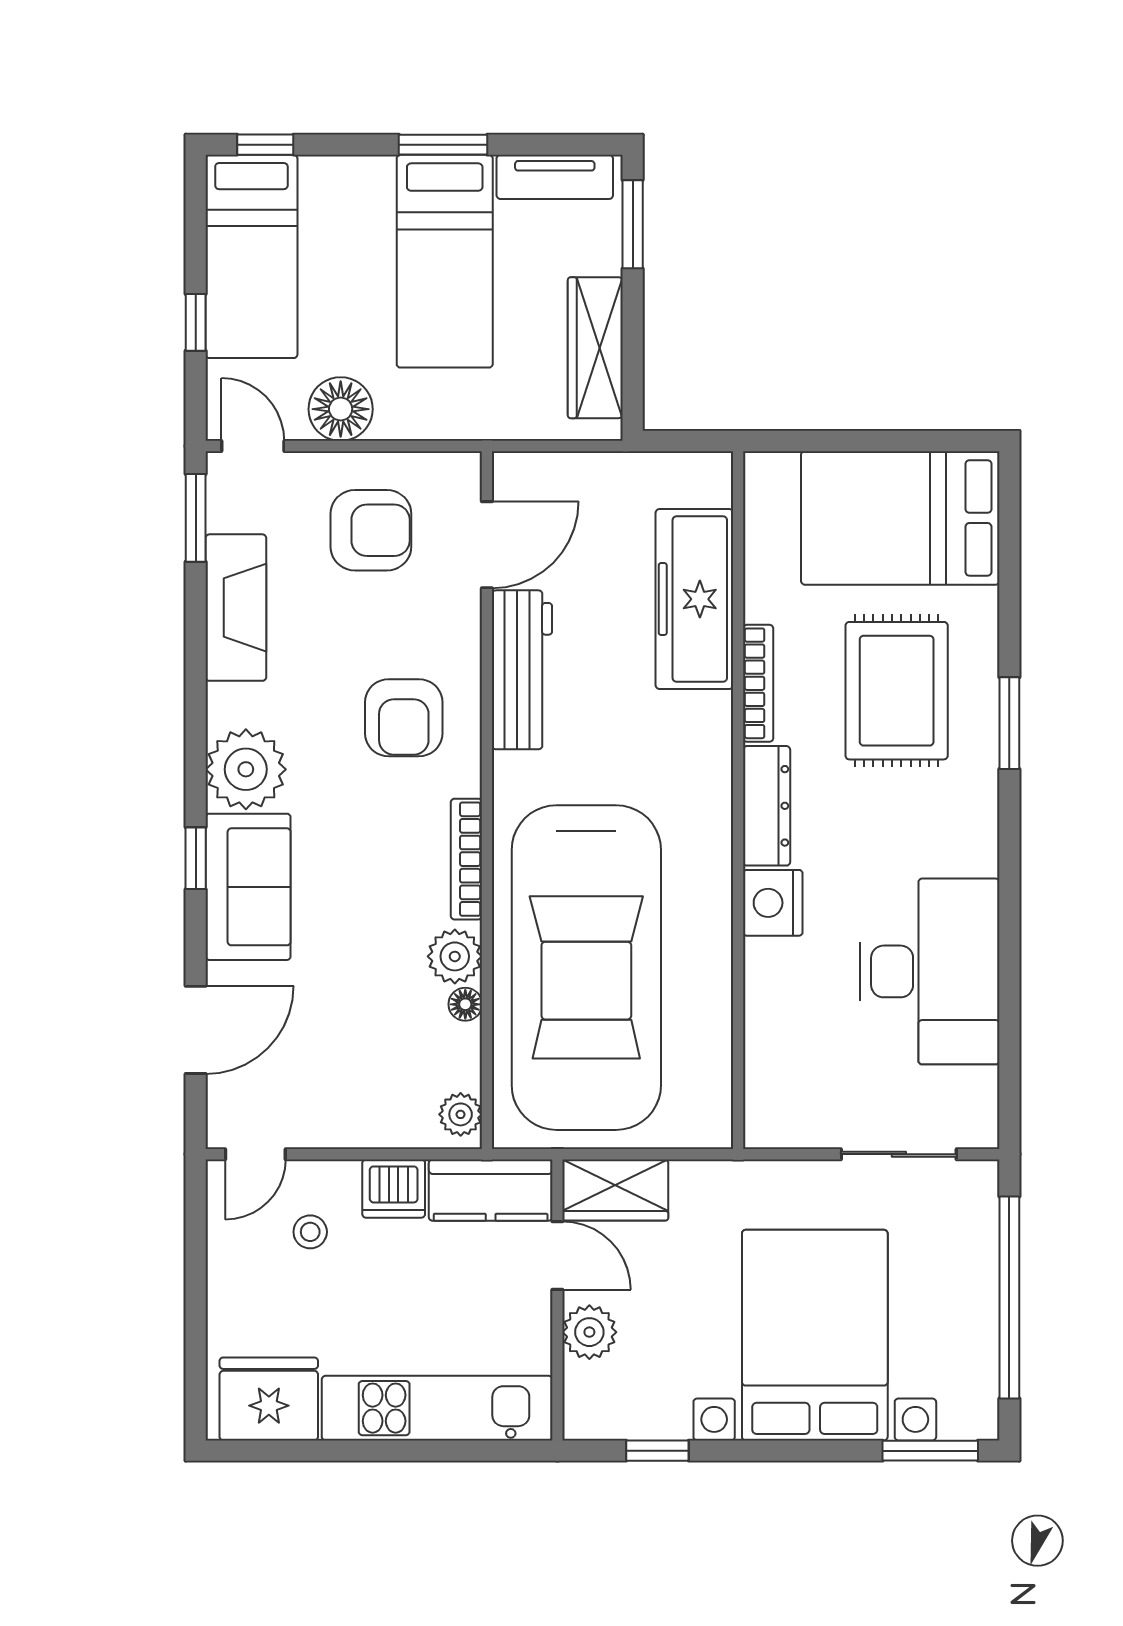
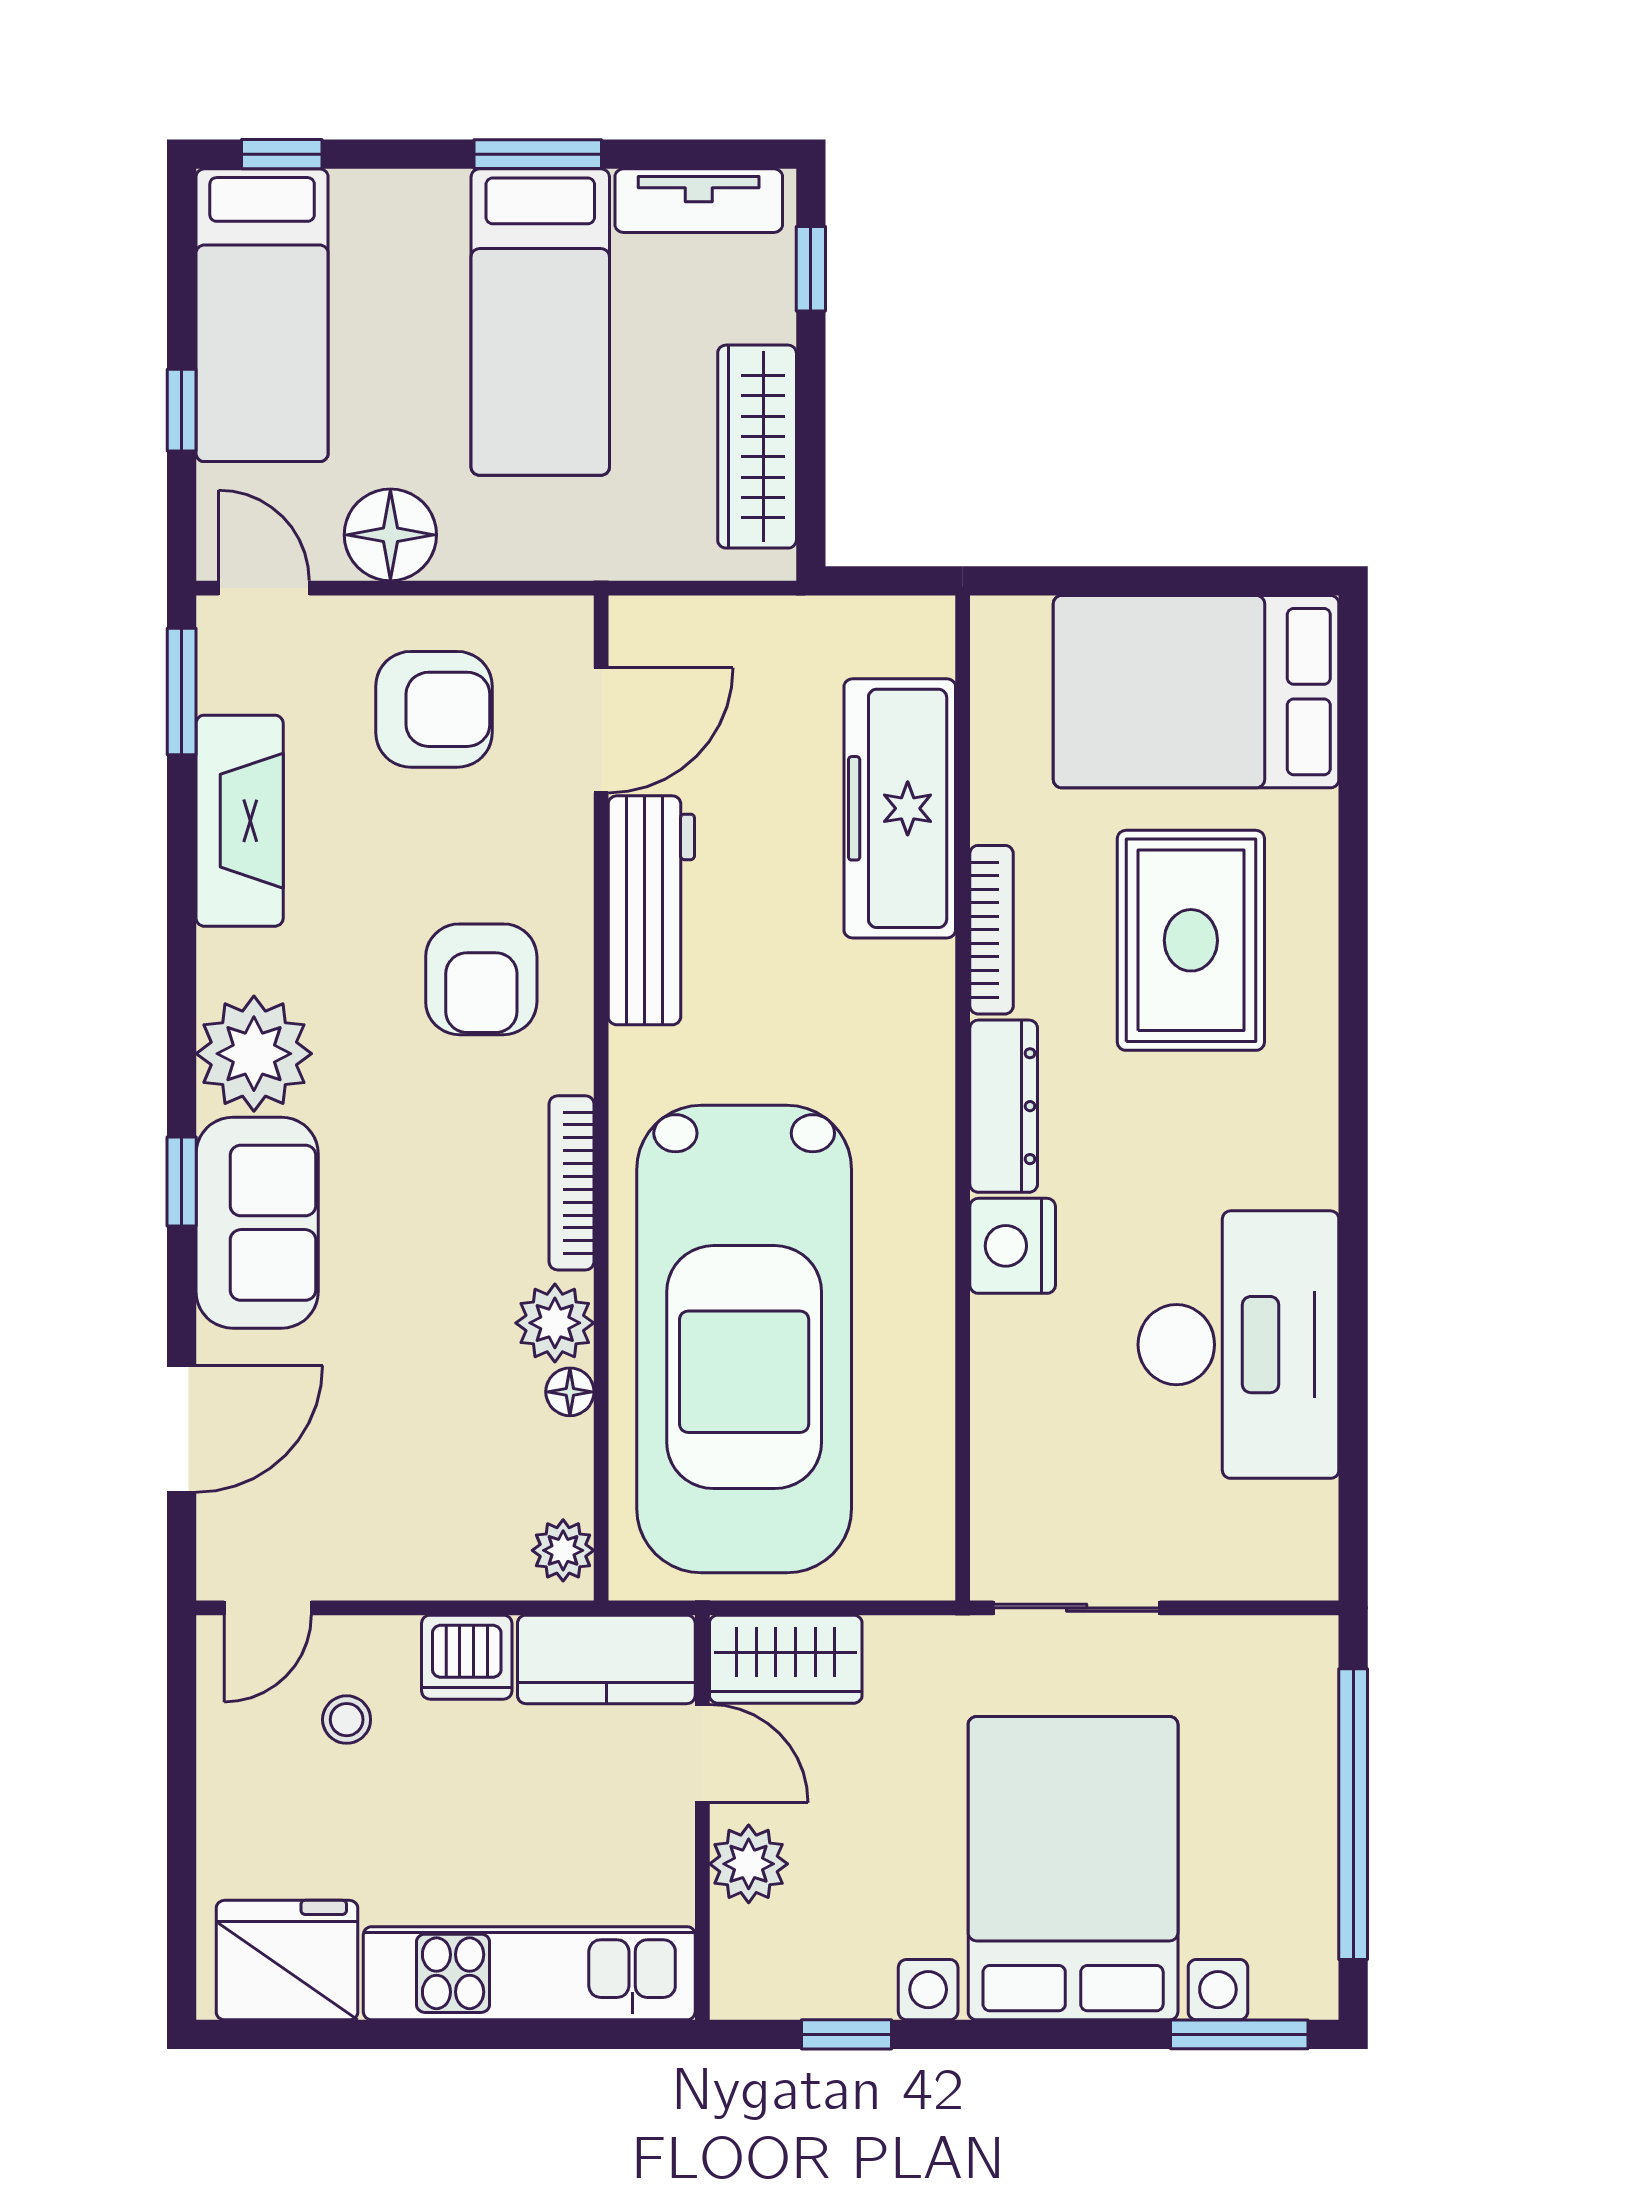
window: (633, 224) -> (811, 269), width x0.67
window: (1009, 723) -> (1353, 987), removed
sliding door: (899, 1154) -> (1077, 1608), moved

